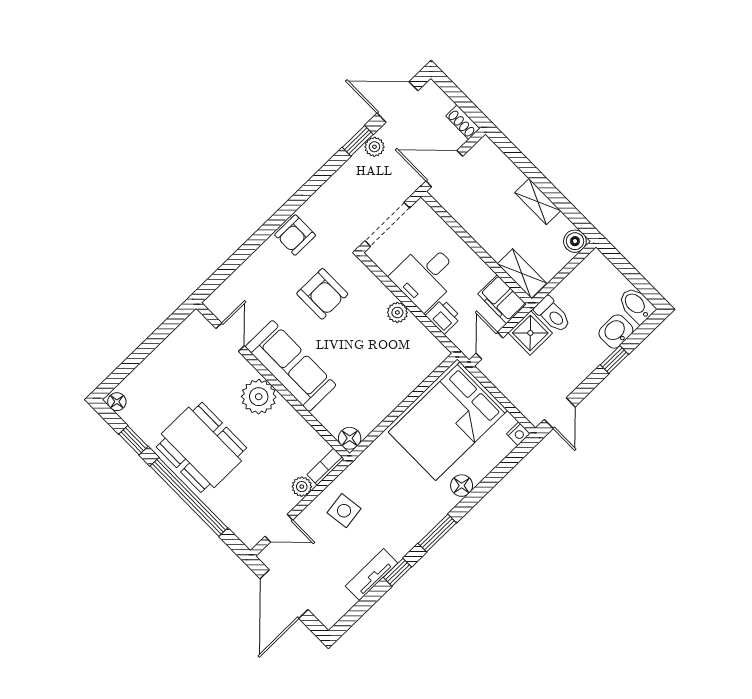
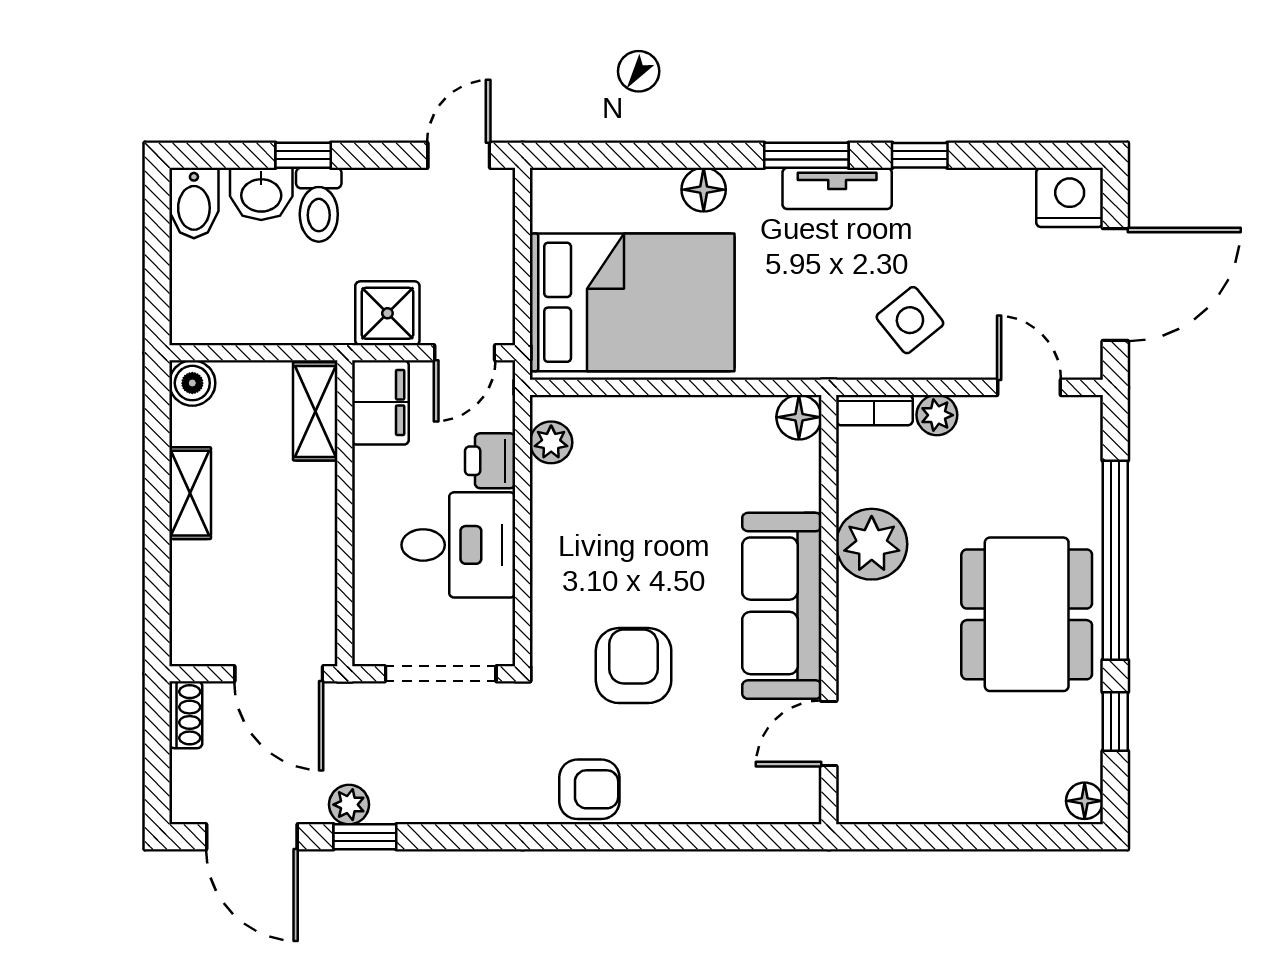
plant: (397, 312) -> (551, 442), moved
toilet: (553, 315) -> (319, 205), moved, turned 180
plant: (259, 397) -> (872, 544), moved
nightstand: (518, 434) -> (1070, 197), moved, width x1.89, depth x1.79
side table: (344, 511) -> (910, 320), turned -31
tv unit: (372, 575) -> (837, 188), moved

